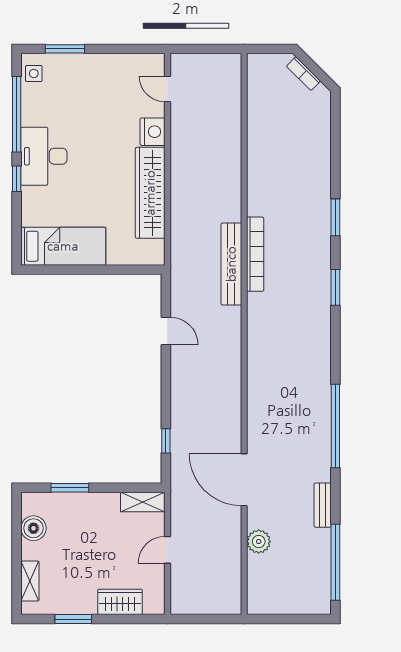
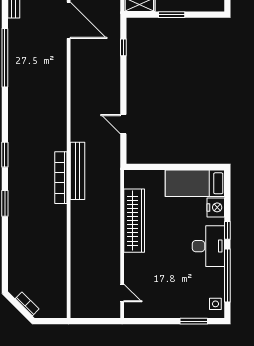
nightstand: (153, 132) -> (216, 207), moved, turned 180
window: (70, 488) -> (172, 15), moved

